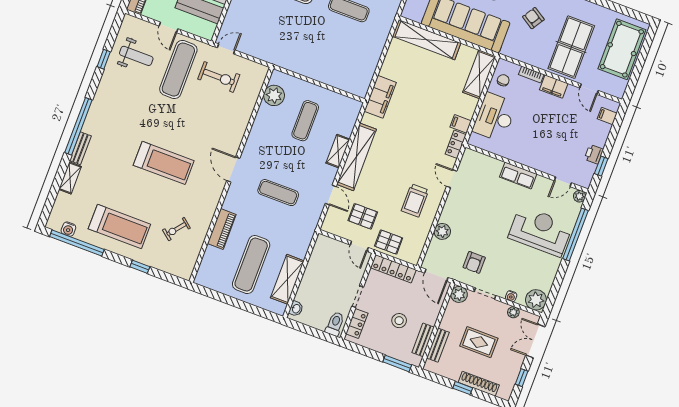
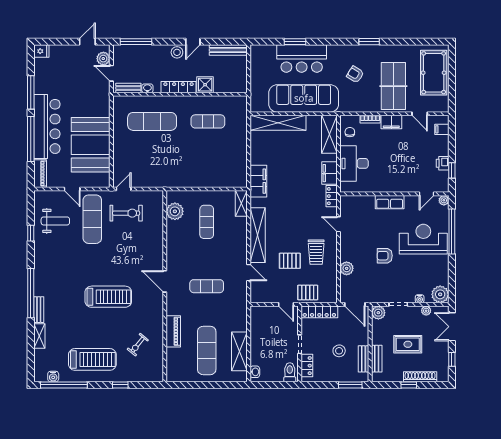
filing cabinet: (461, 124) -> (329, 173), width x2.00
shelving: (338, 151) -> (241, 203), moved
pallet: (363, 216) -> (290, 261), moved
armchair: (474, 262) -> (385, 256), moved, turned 90

